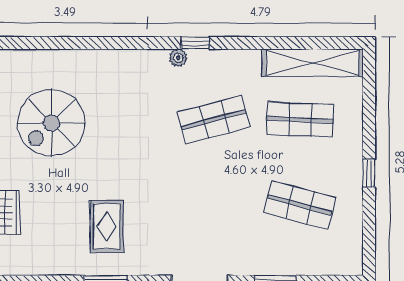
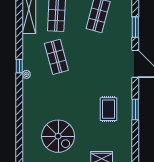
rug: (107, 226) -> (108, 109), turned 90

